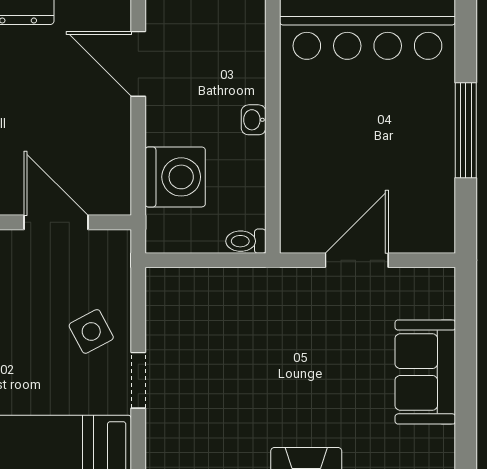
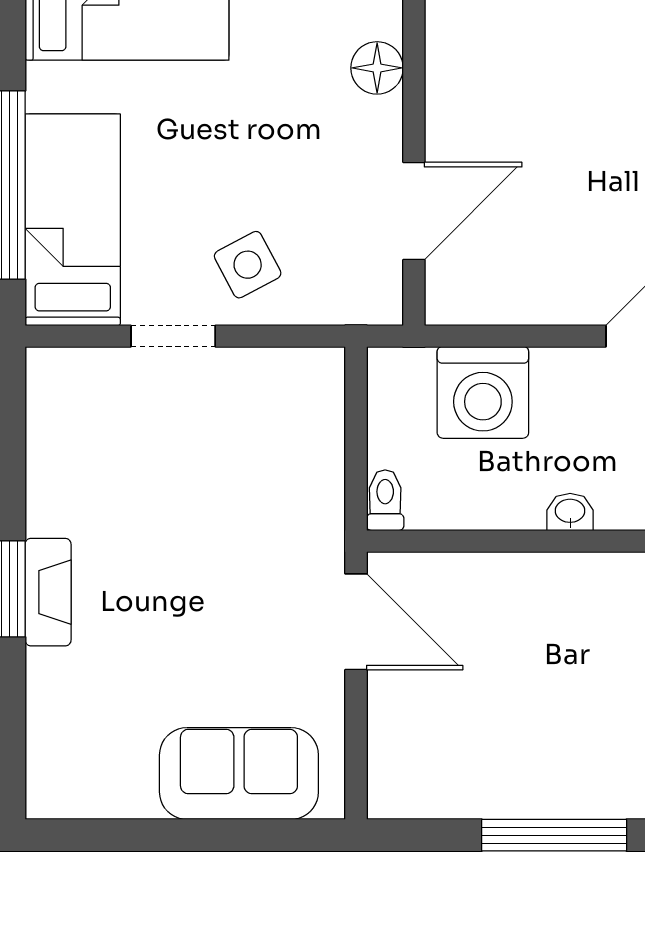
door: (357, 260) -> (356, 622), moved
sofa: (425, 372) -> (239, 773), moved

